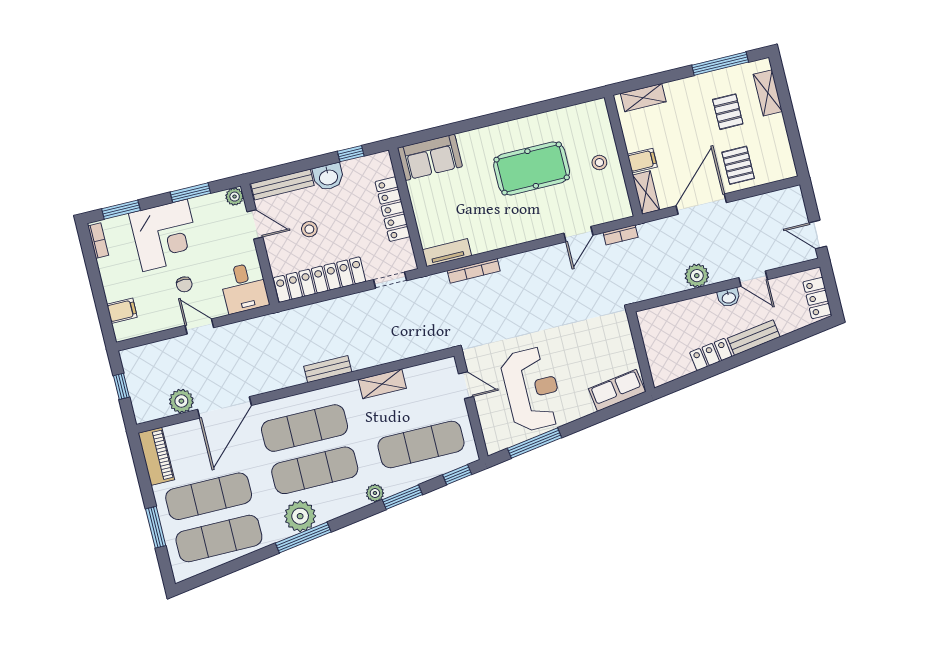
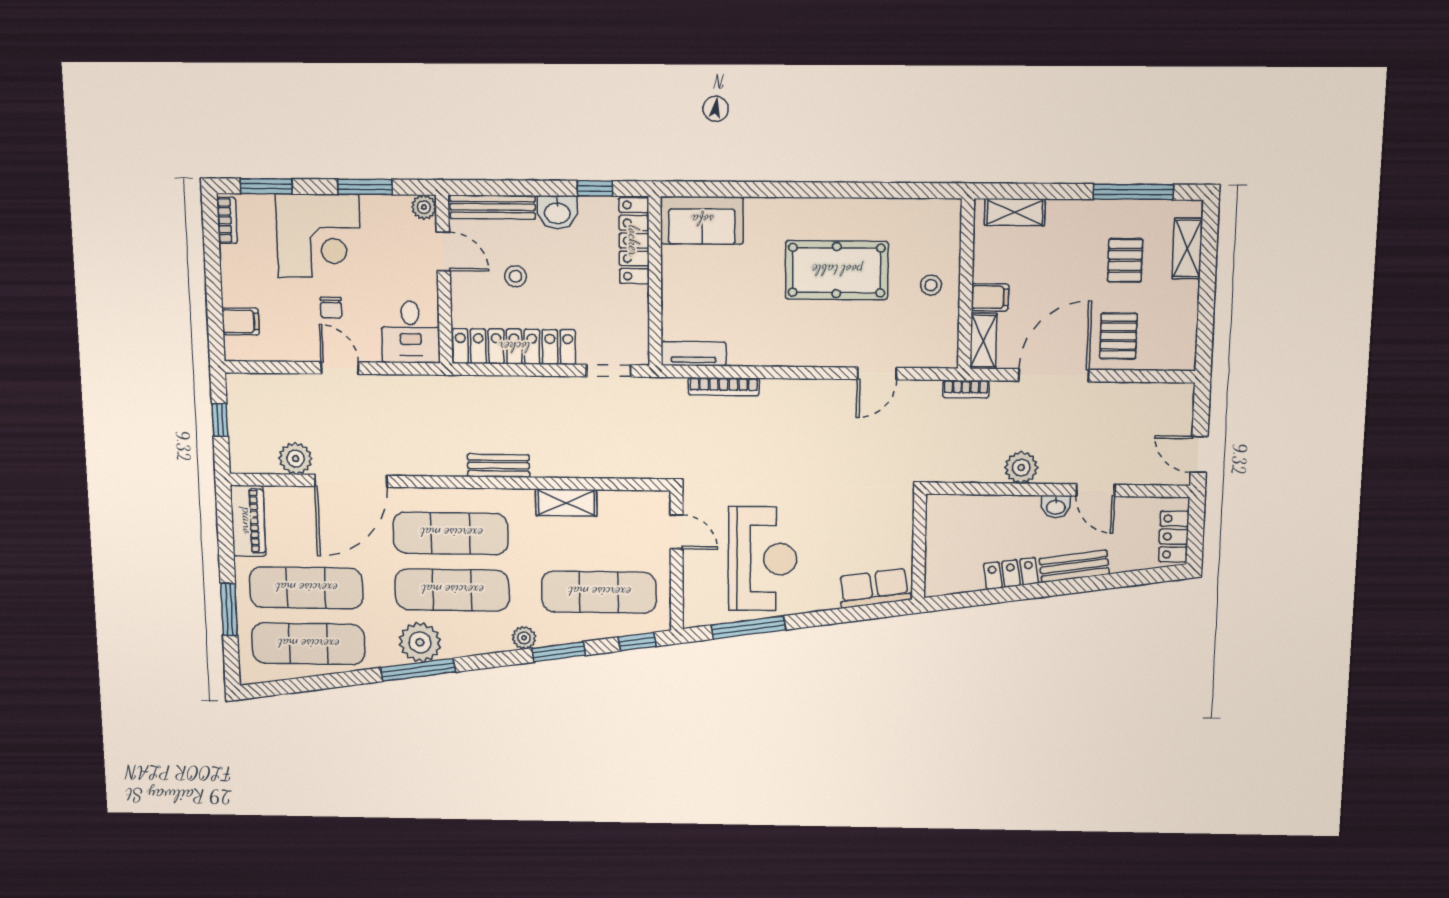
locker: (393, 209) -> (634, 241), moved
bookcase: (621, 235) -> (966, 389), moved

